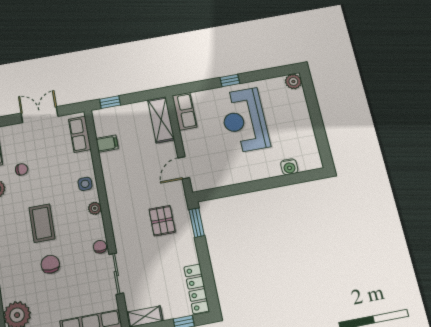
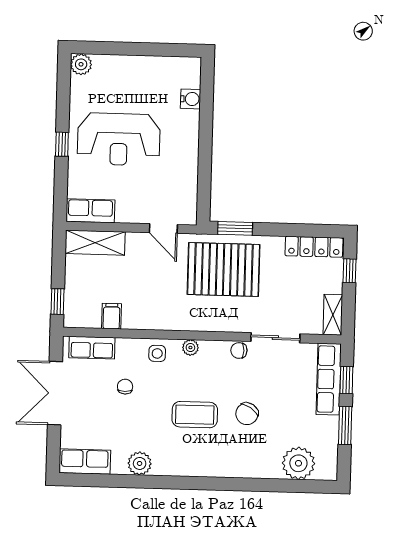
double door: (40, 115) -> (55, 393), width x1.37
chair: (22, 169) -> (125, 387), moved
pallet: (162, 221) -> (224, 269), width x2.05, depth x2.00
chair: (50, 264) -> (247, 414), turned -57

